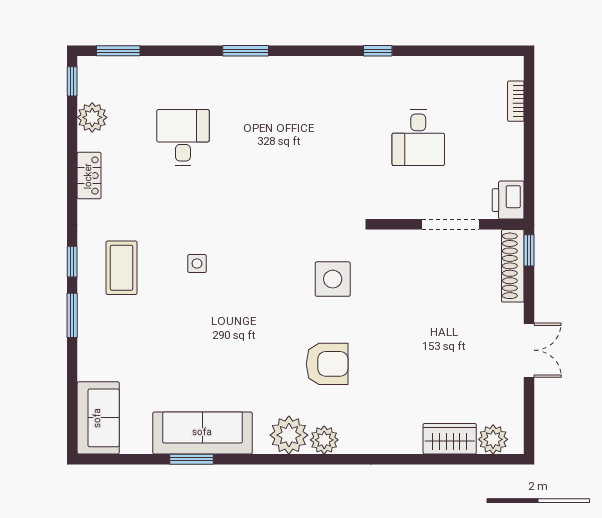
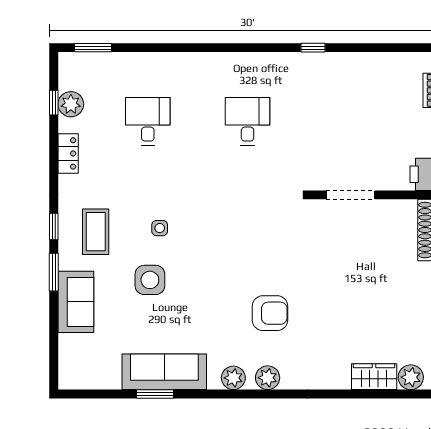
window: (246, 51) -> (201, 48), removed
window: (72, 81) -> (54, 103), moved
desk: (418, 138) -> (248, 121), moved, turned 180
doorway: (451, 224) -> (350, 195), moved
side table: (333, 279) -> (150, 280), moved
sofa: (98, 418) -> (76, 302), moved
plant: (289, 435) -> (233, 378), width x0.73, depth x0.73

